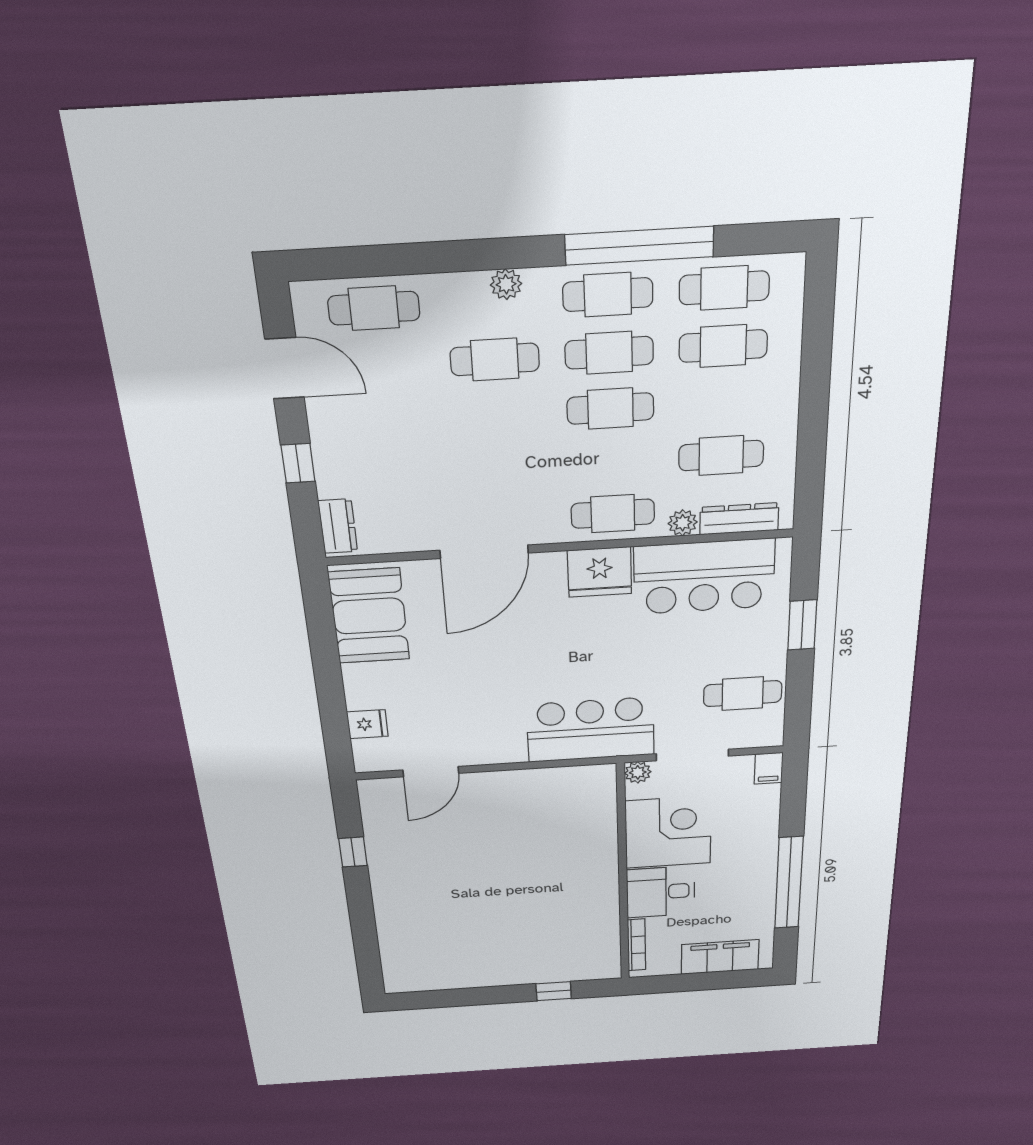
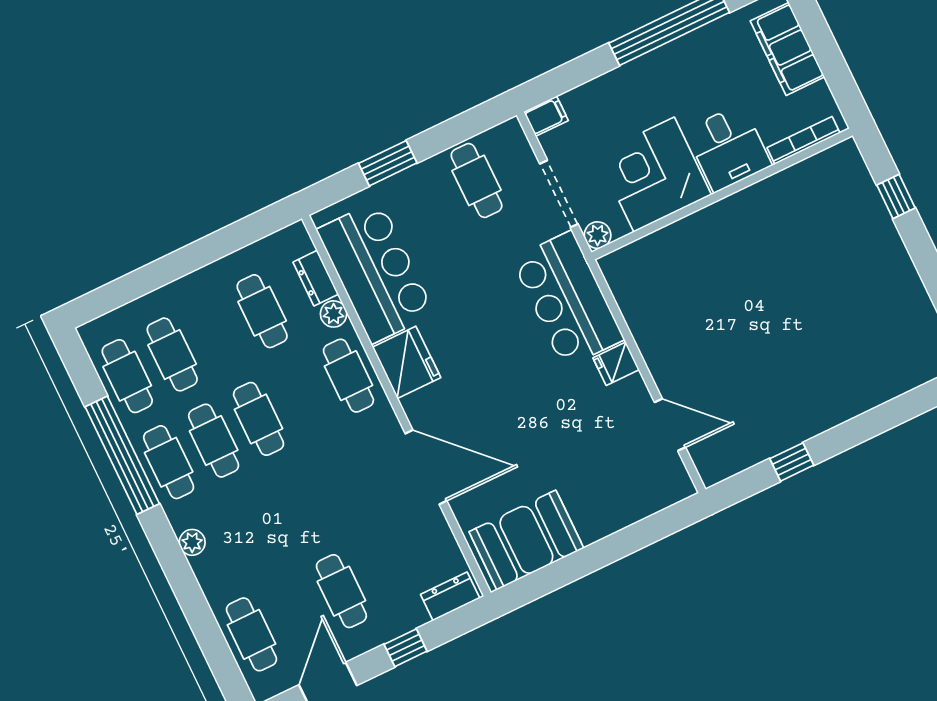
cafe table: (495, 359) -> (341, 591), moved
dresser: (739, 519) -> (316, 278), width x0.70
fridge: (367, 724) -> (616, 364), moved, turned -90

